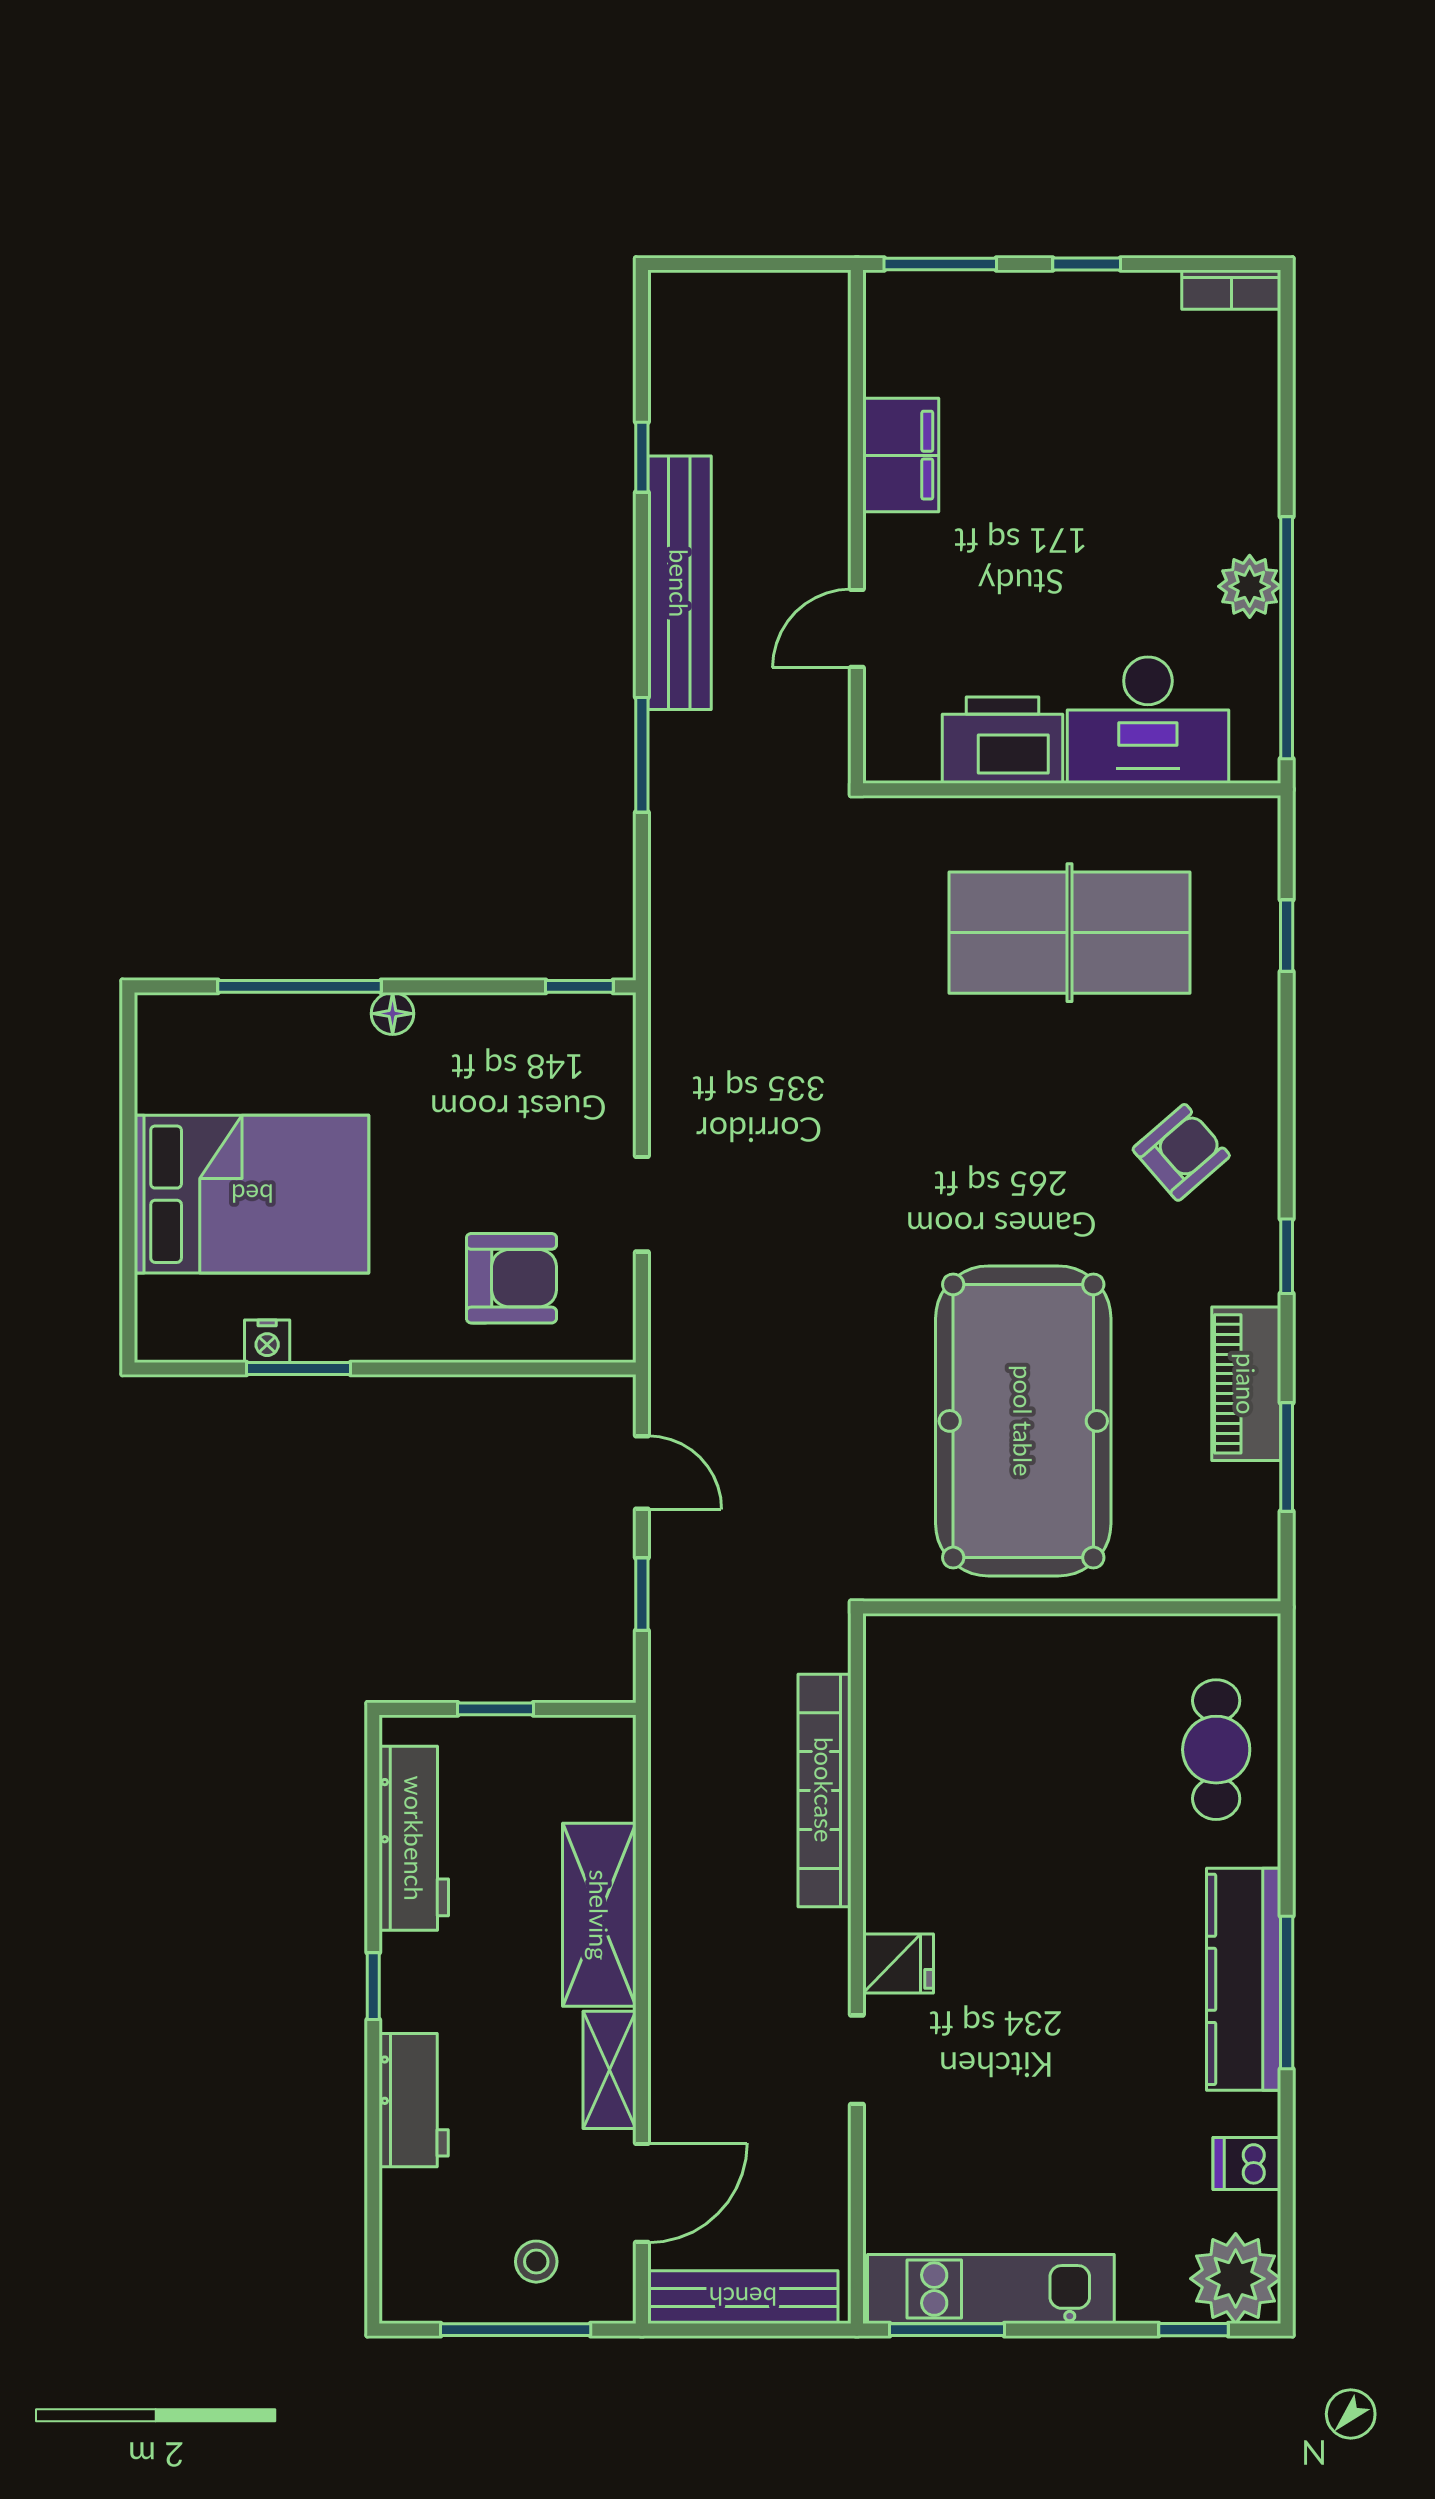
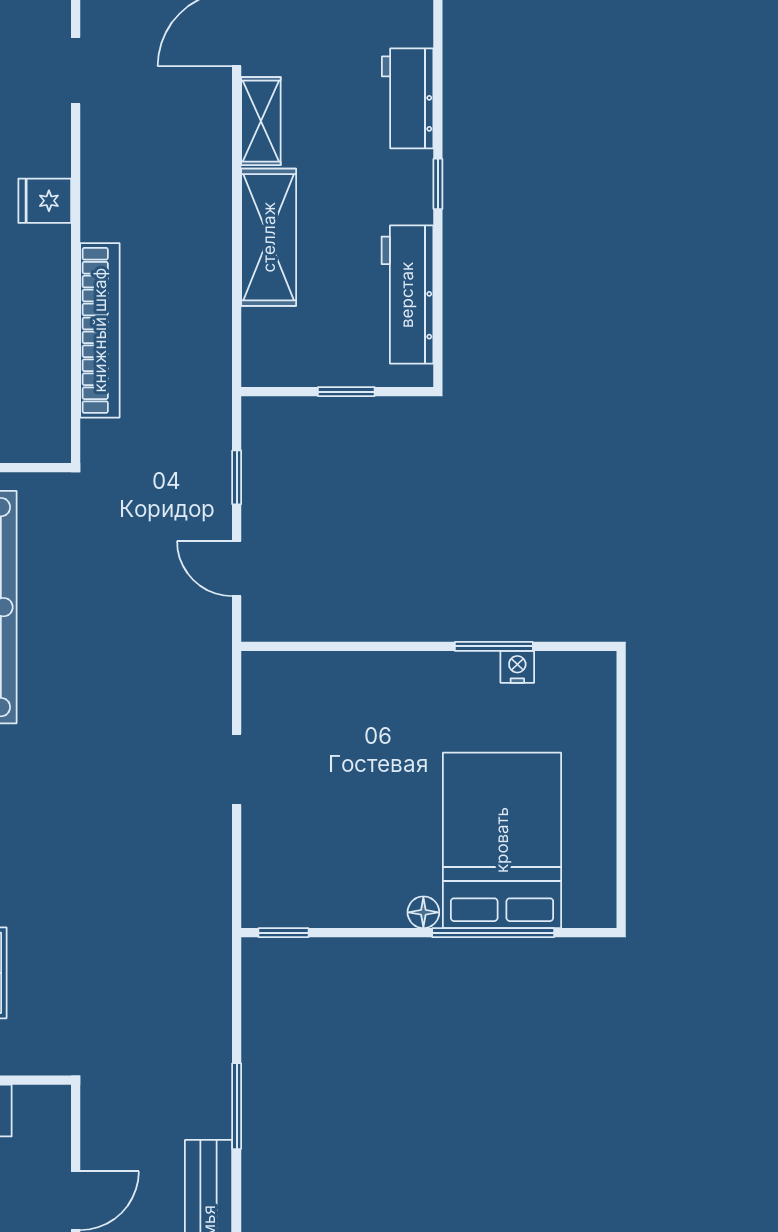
bed: (252, 1194) -> (502, 840), moved, turned 90
armchair: (511, 1278) -> (334, 714), removed
doorway: (857, 2060) -> (76, 71), moved

